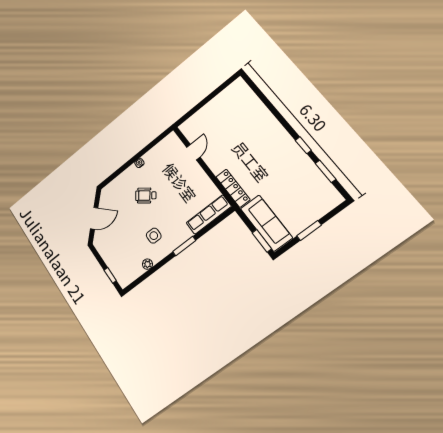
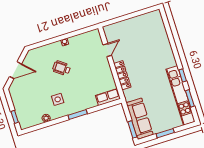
kitchen unit: (311, 172) -> (180, 95), added
locker: (233, 188) -> (122, 75), moved
row of seats: (209, 215) -> (108, 97), width x0.68

